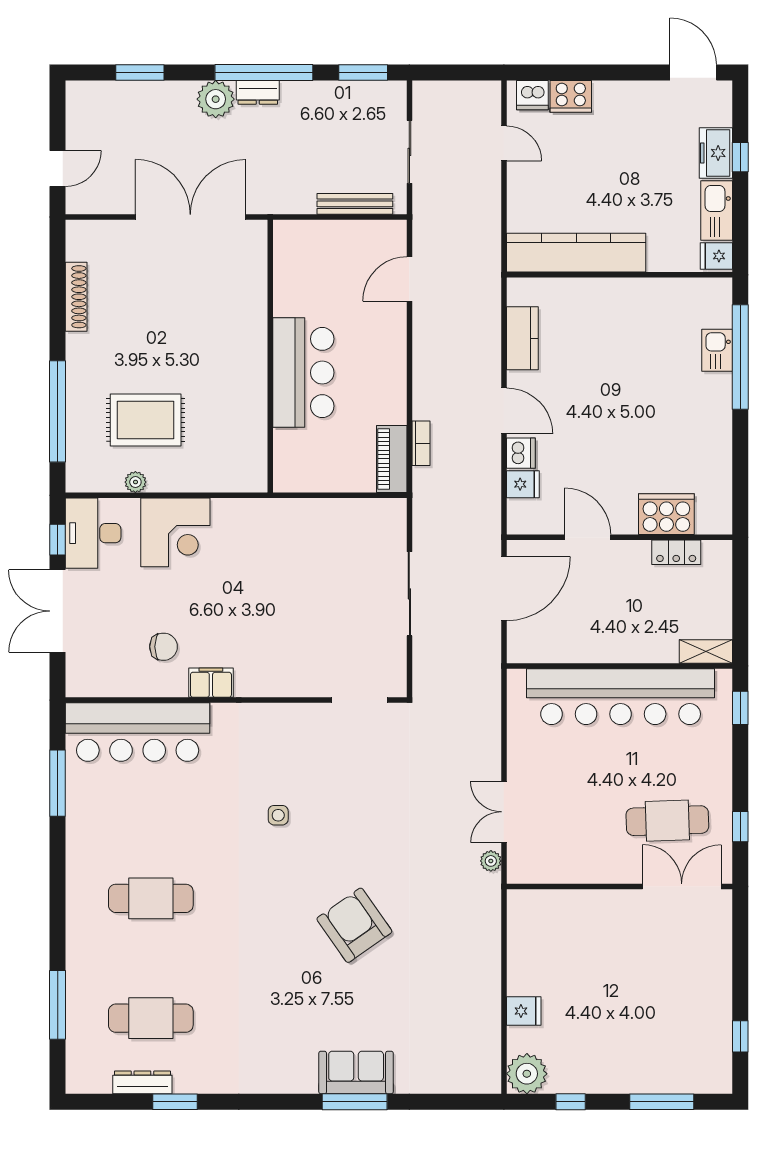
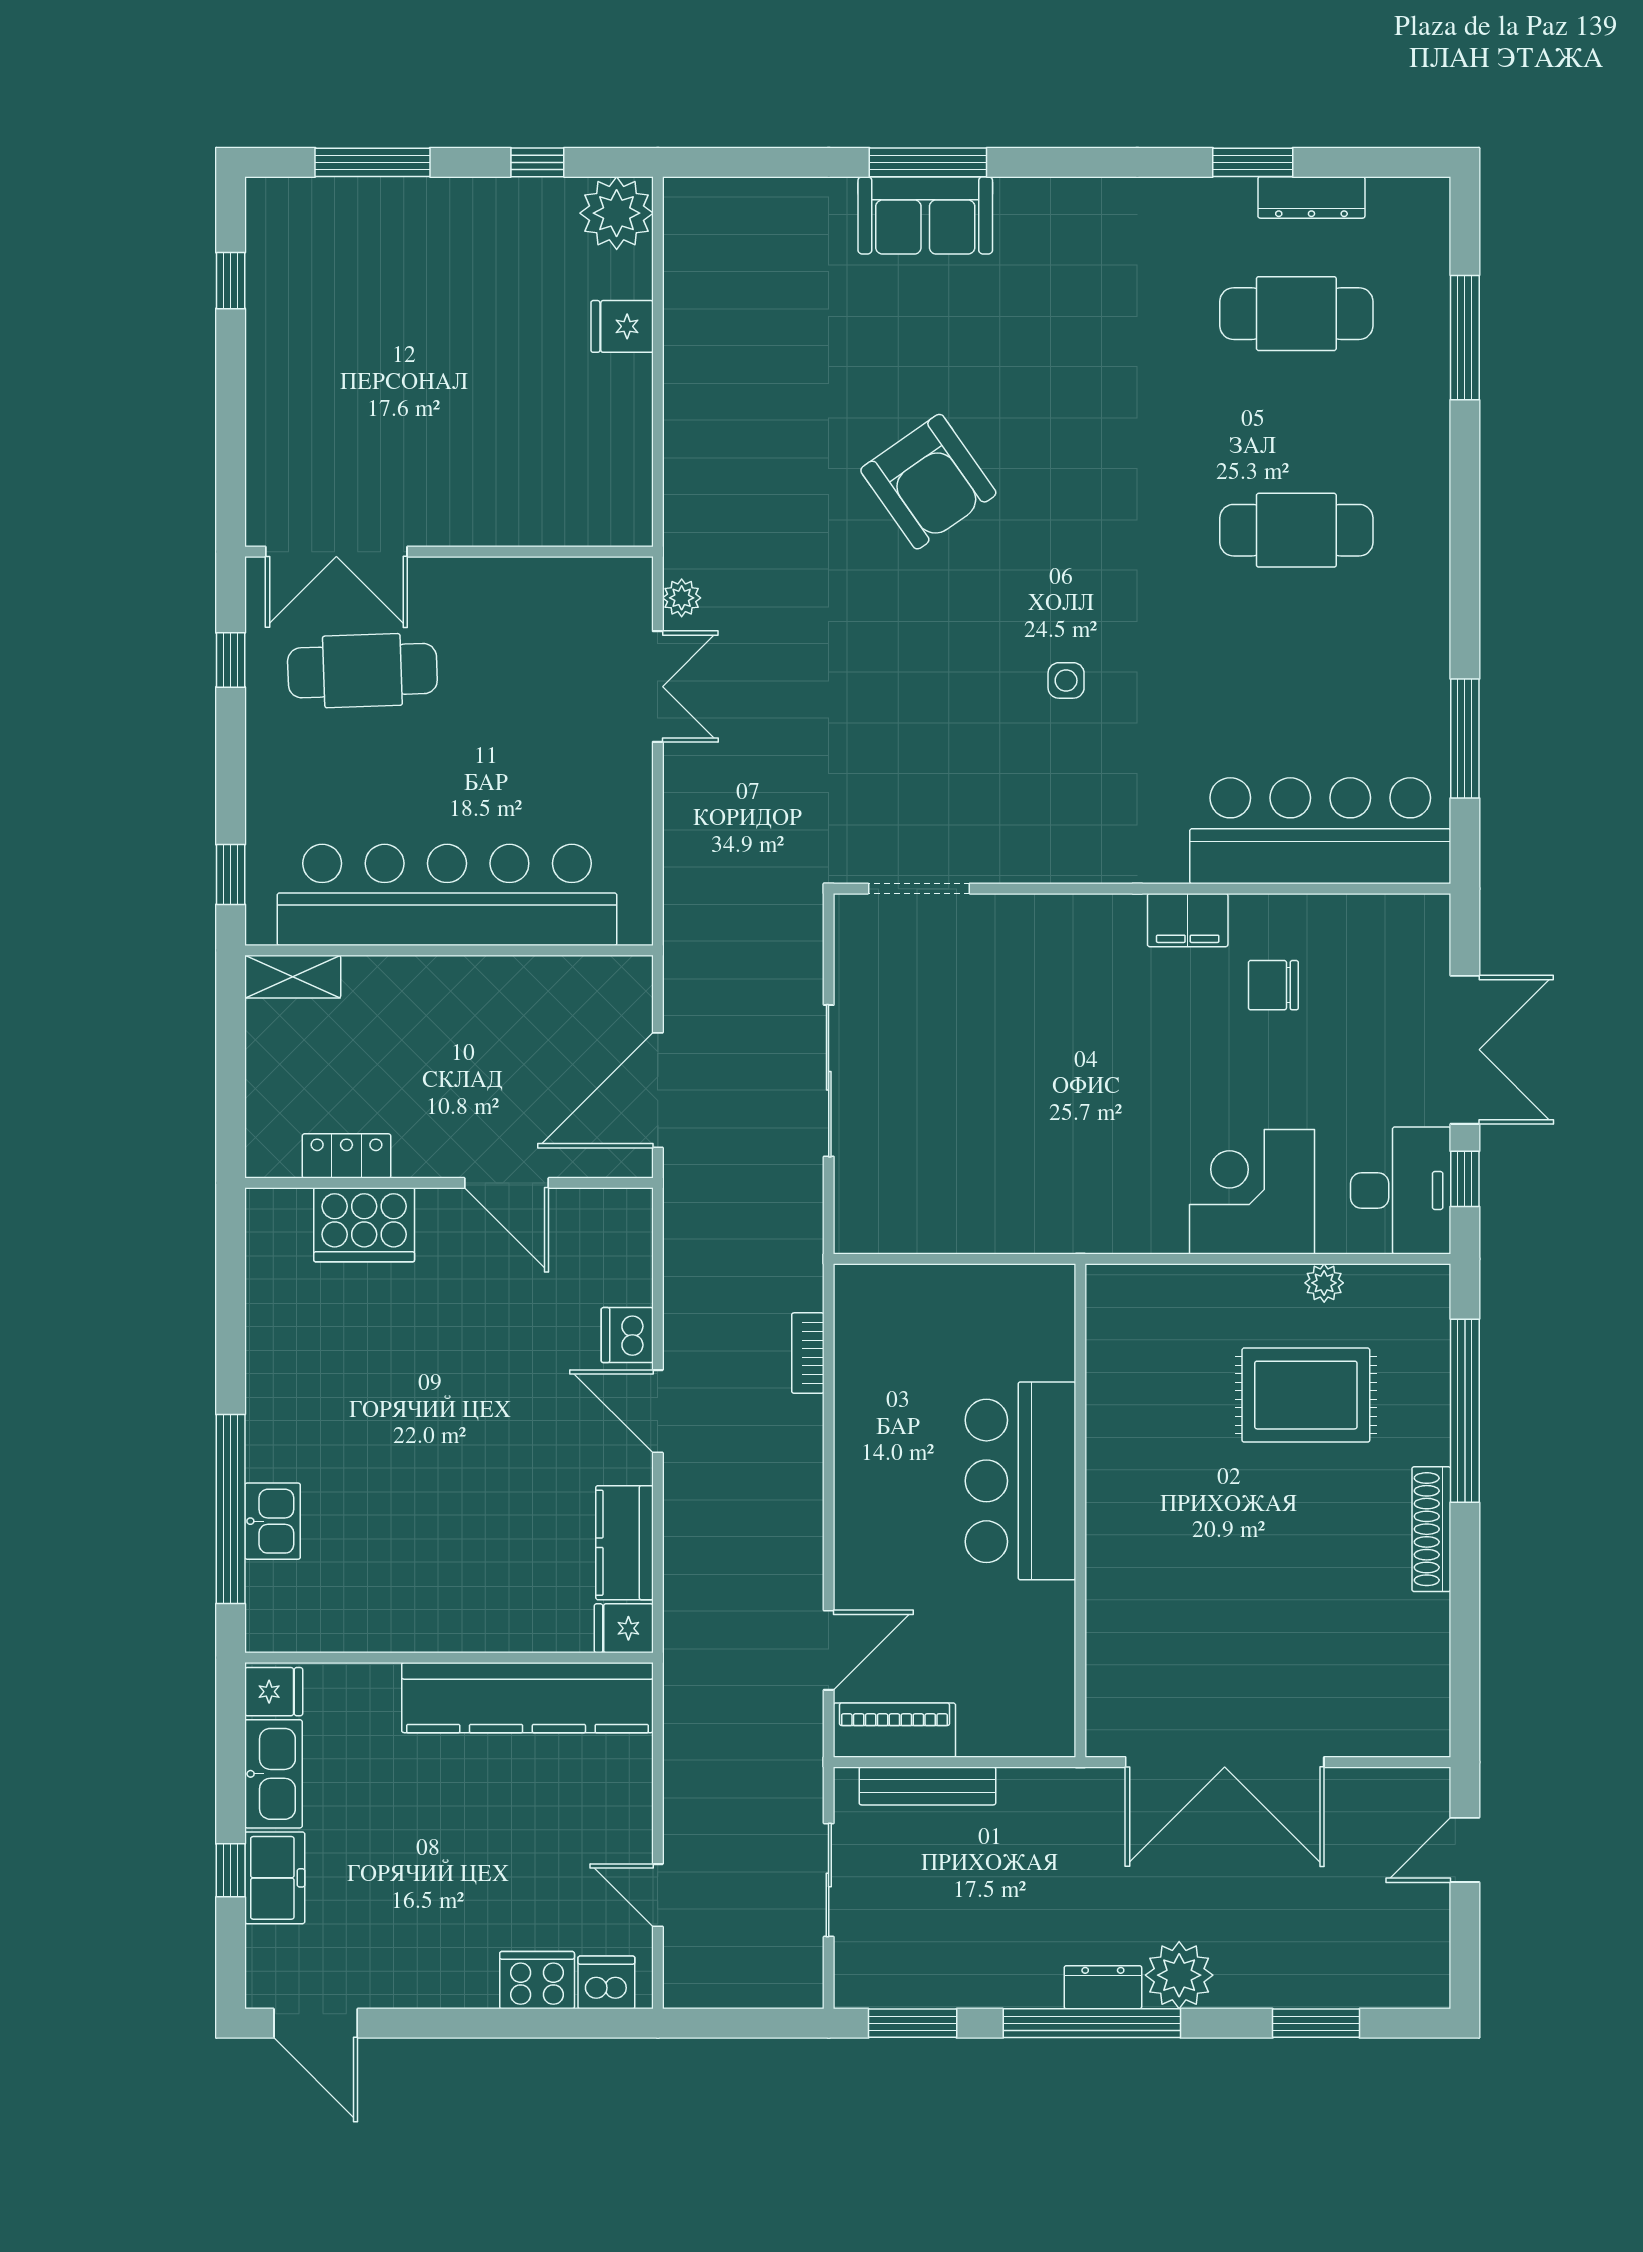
shoe rack: (76, 297) -> (1431, 1529), moved
piano: (392, 459) -> (894, 1730), moved, turned -90
fridge: (523, 484) -> (624, 1628), moved

